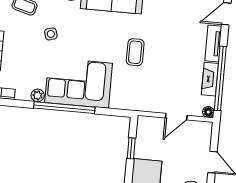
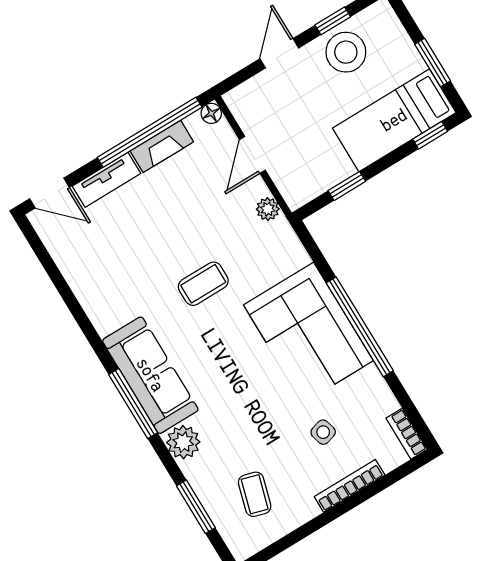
side table: (51, 34) -> (323, 432), moved
plant: (38, 95) -> (268, 209), moved
door: (176, 117) -> (252, 155), swing flipped

